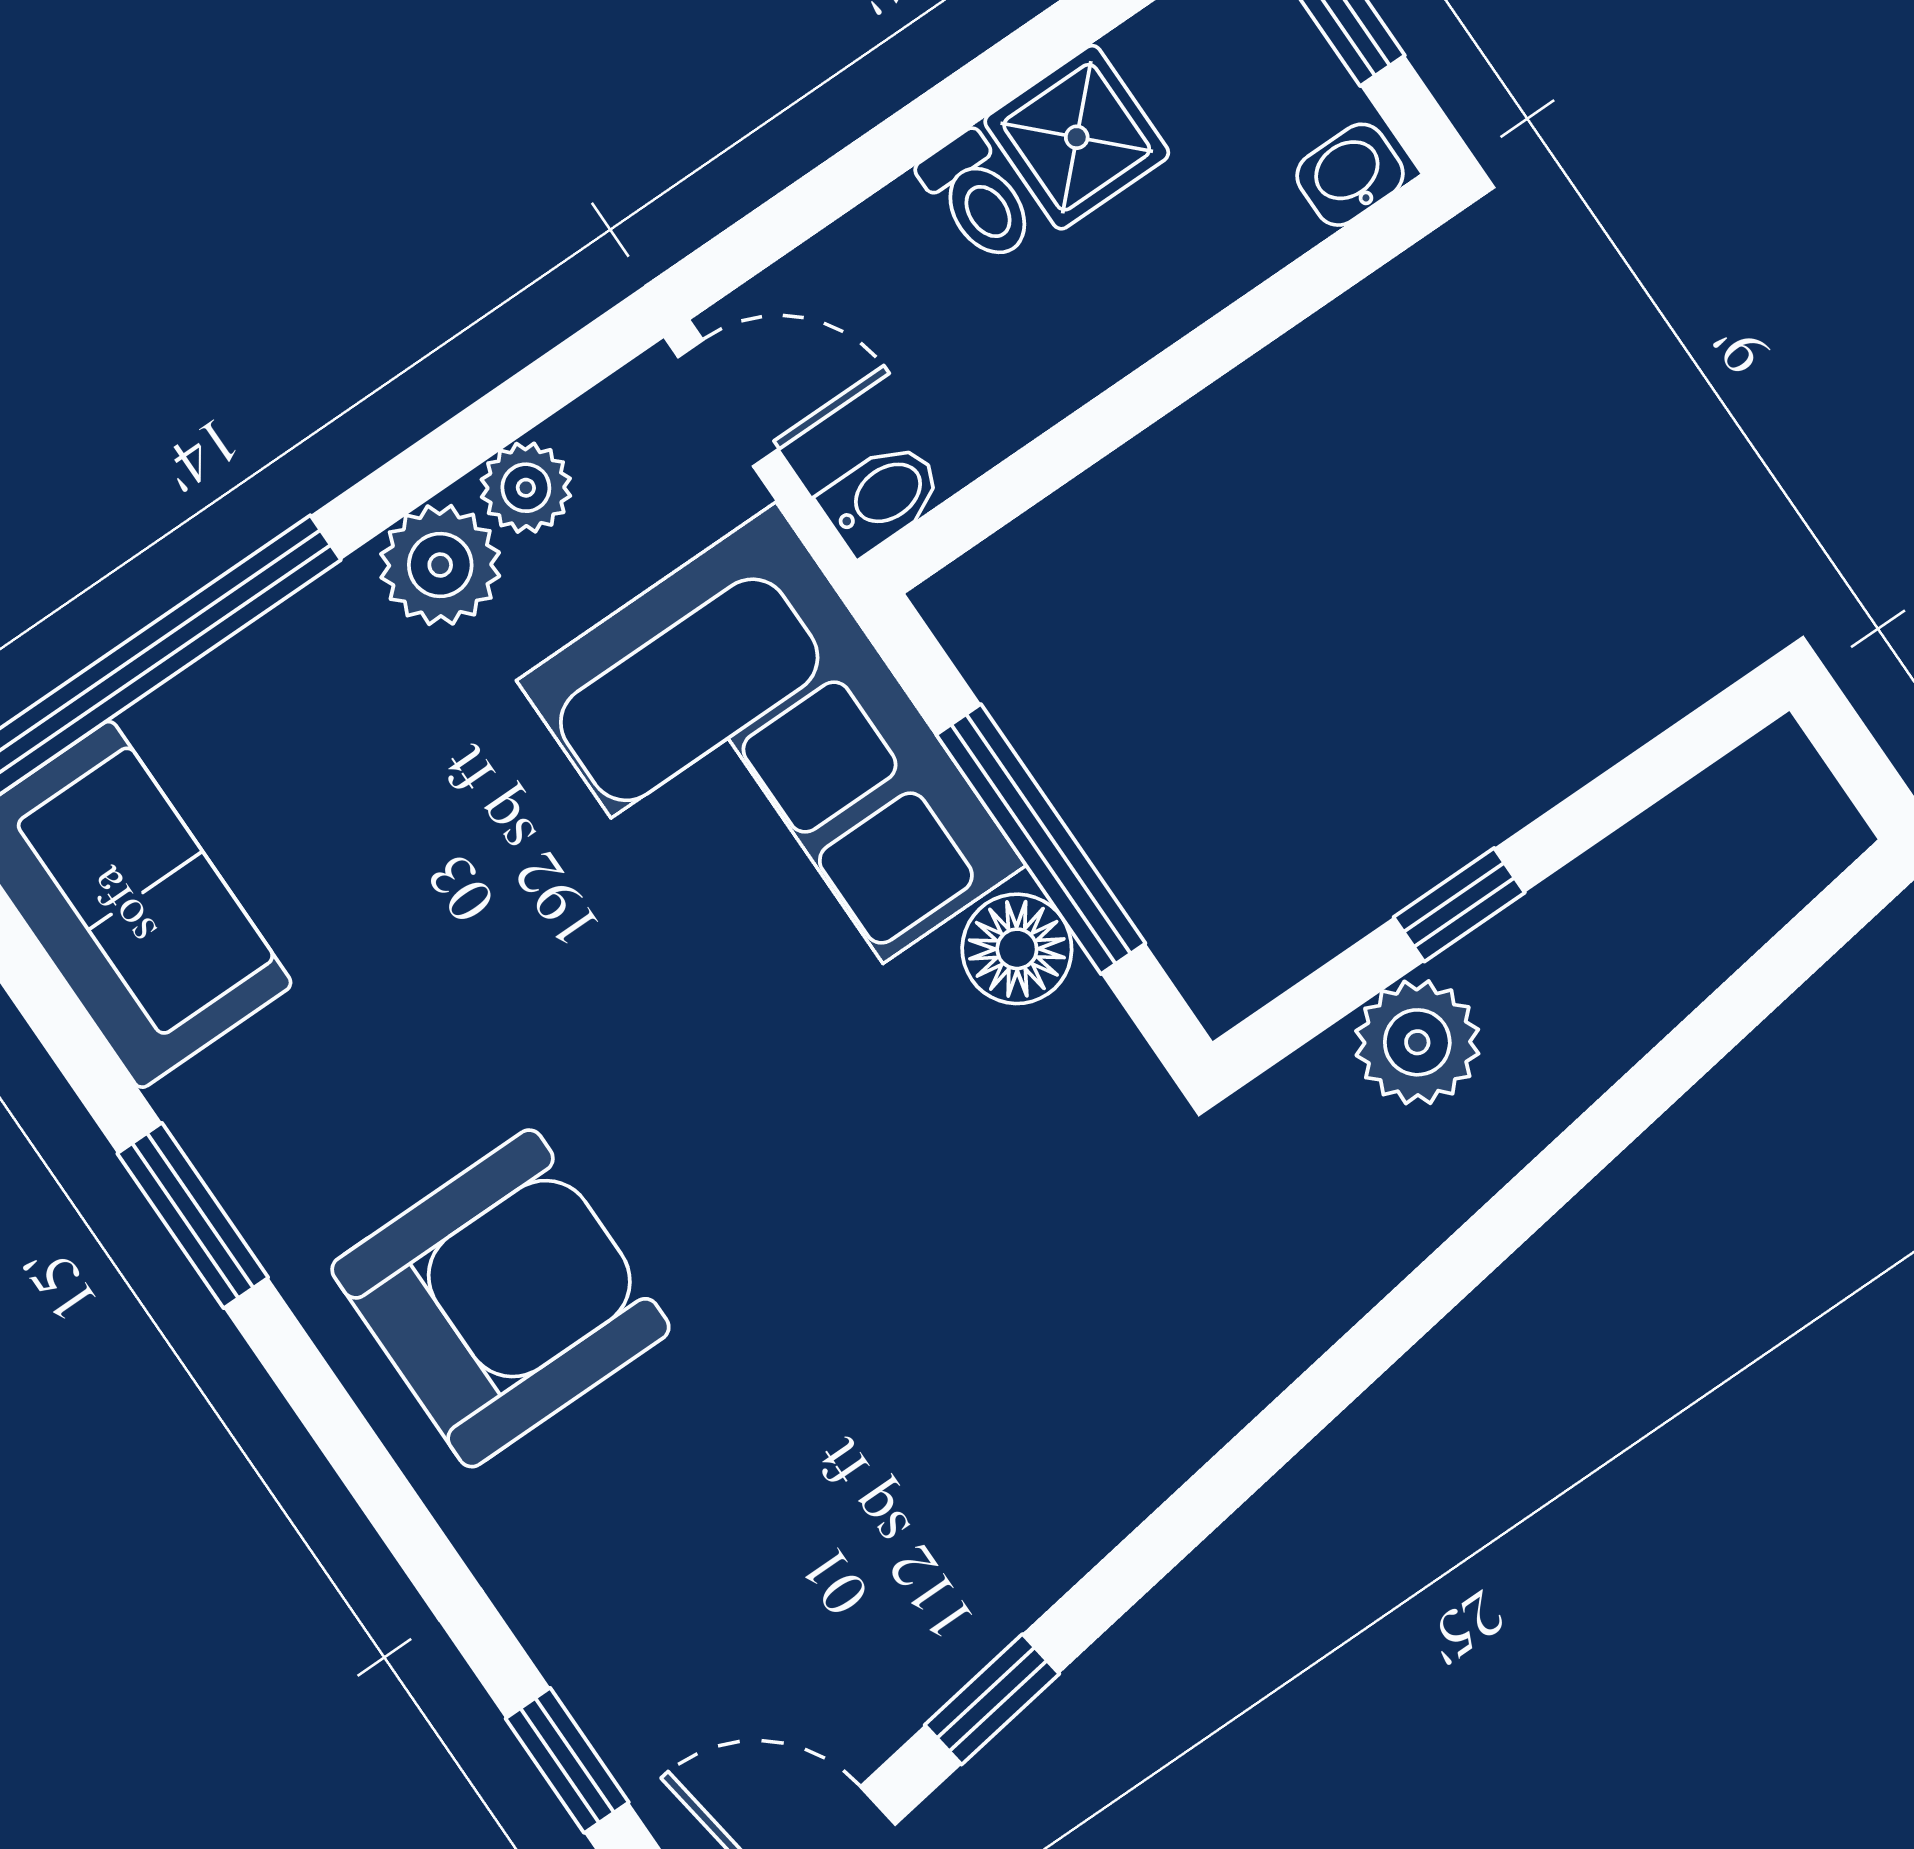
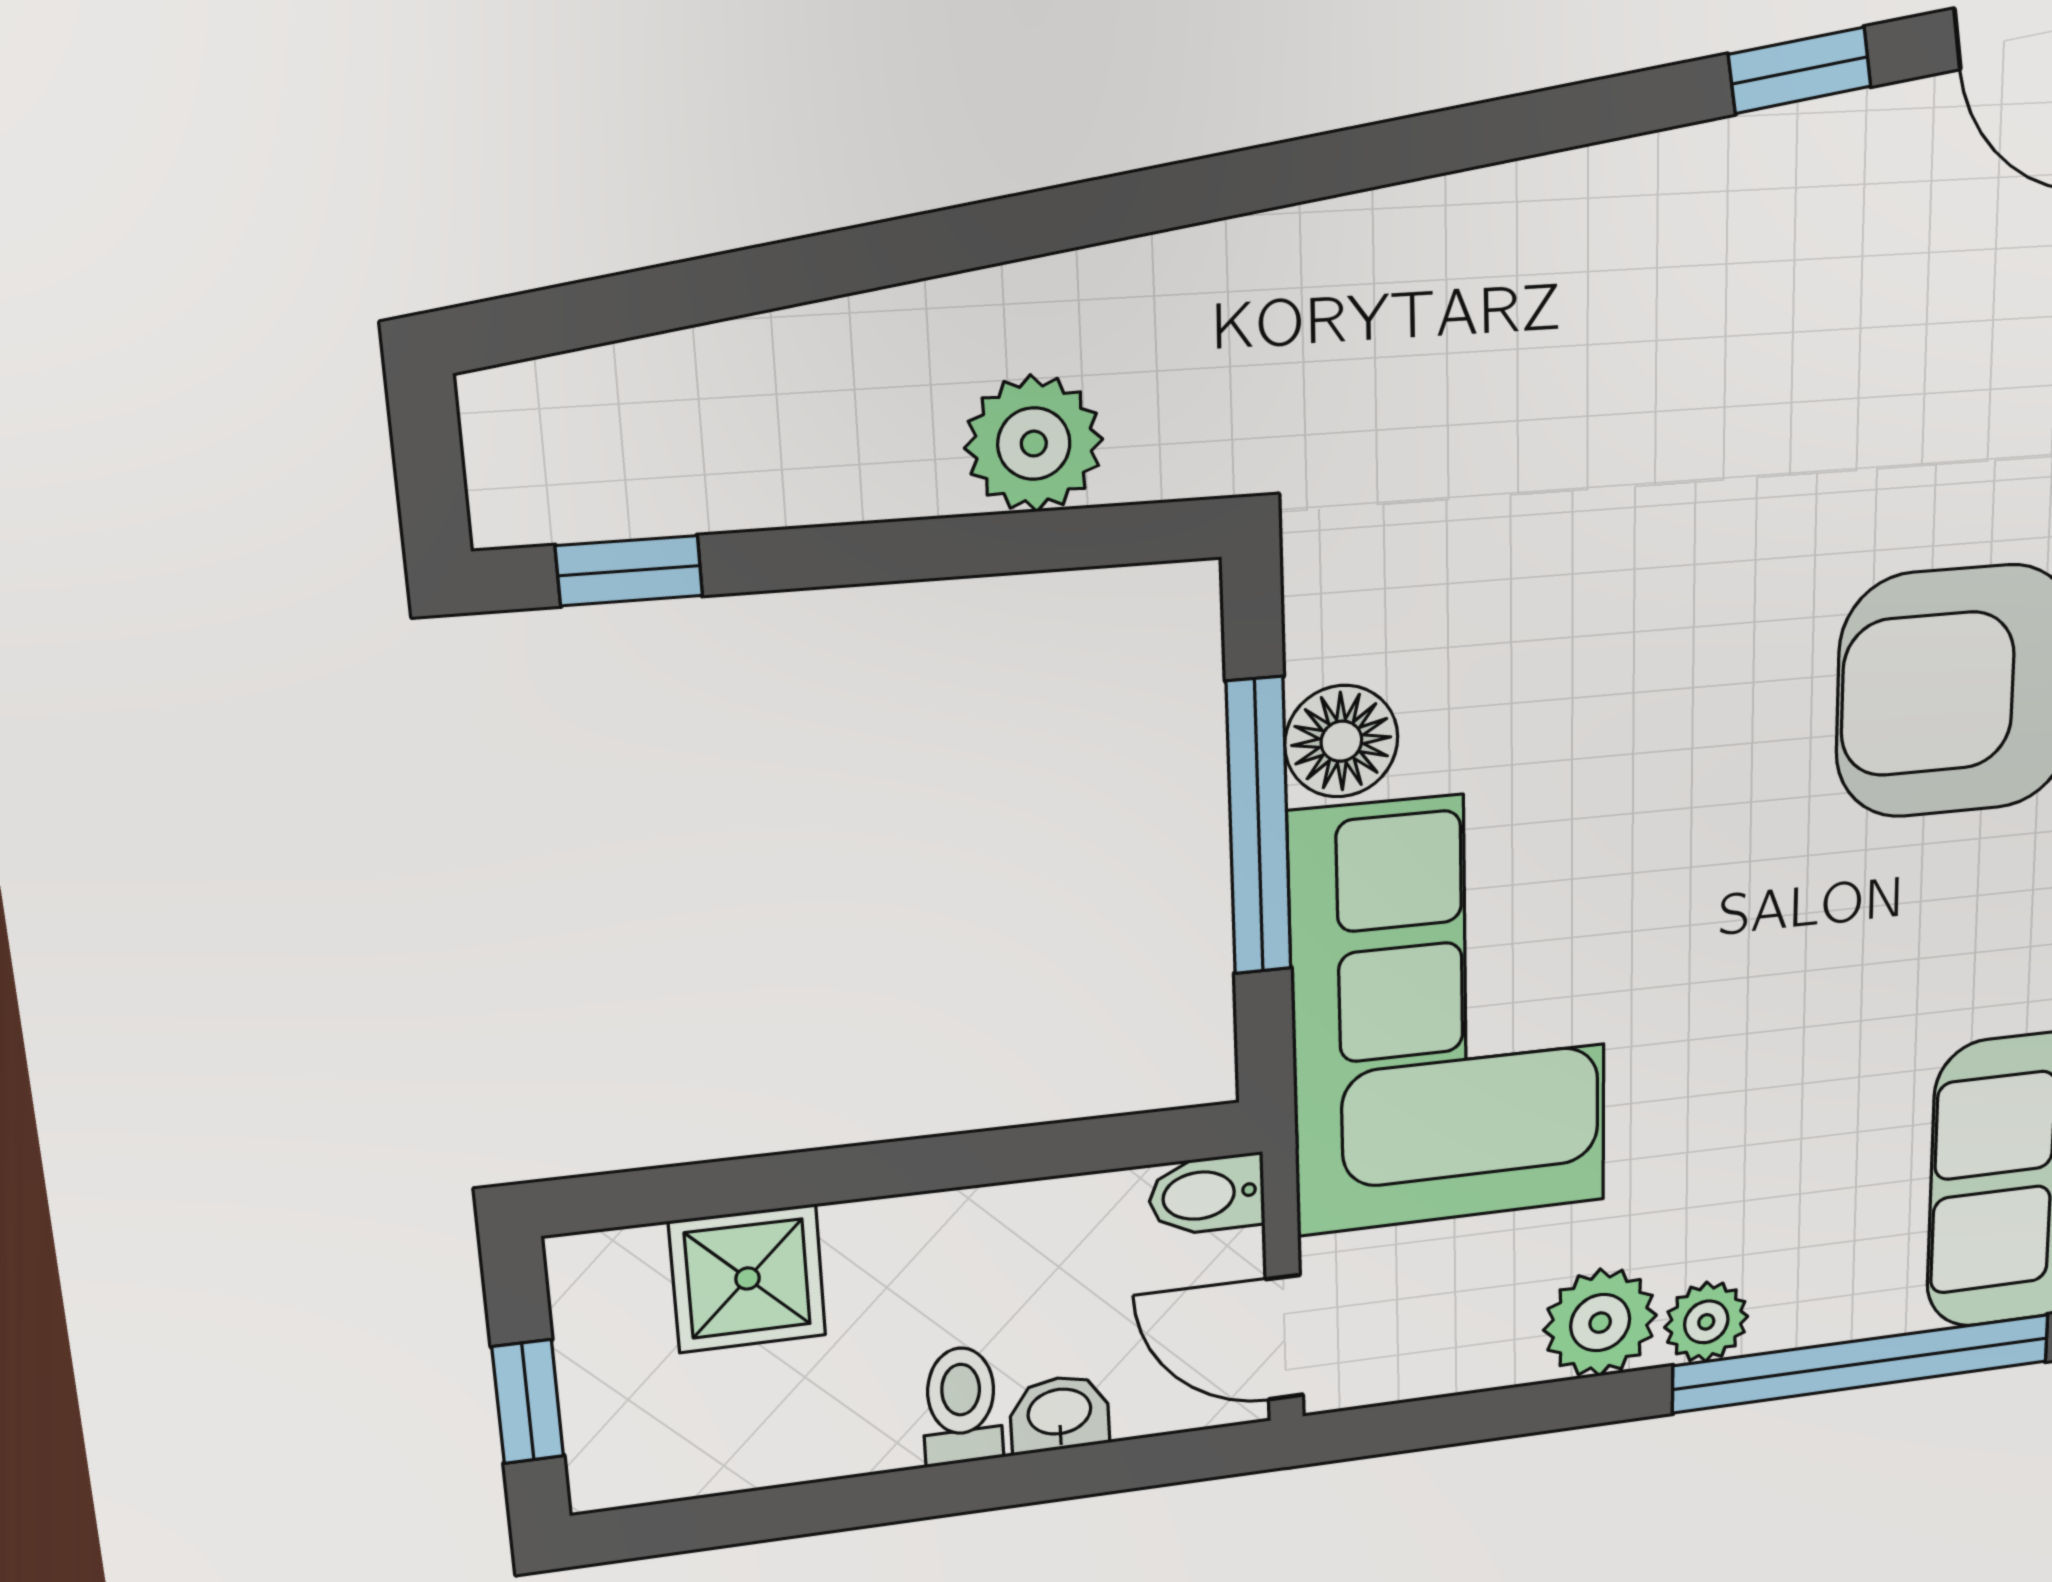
shower: (1077, 137) -> (748, 1278), moved
washbasin: (1350, 175) -> (1060, 1414), moved, turned 180
plant: (526, 488) -> (1706, 1322), moved
window: (1459, 905) -> (629, 571), moved

